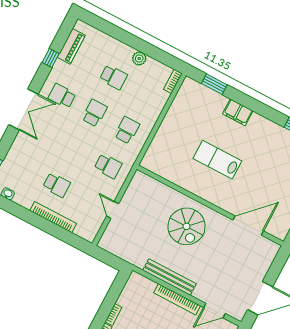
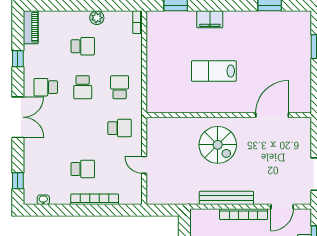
piano: (71, 46) -> (31, 27), moved
school desk: (95, 113) -> (83, 87), turned 180

